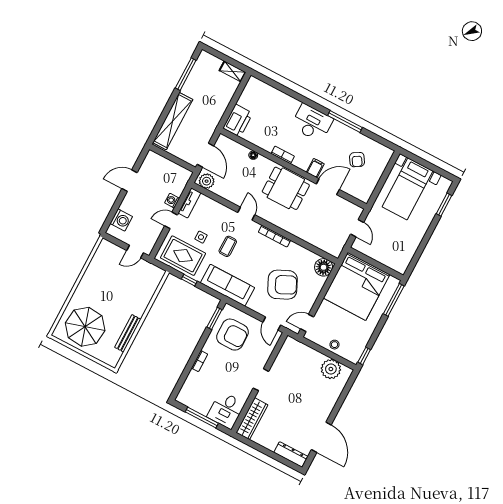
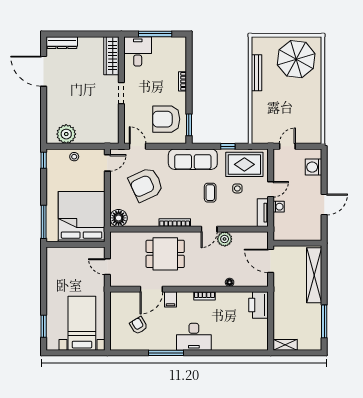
plant: (207, 181) -> (225, 239), moved
dining table: (286, 188) -> (165, 254), moved
door: (246, 214) -> (209, 229), hinge flipped

